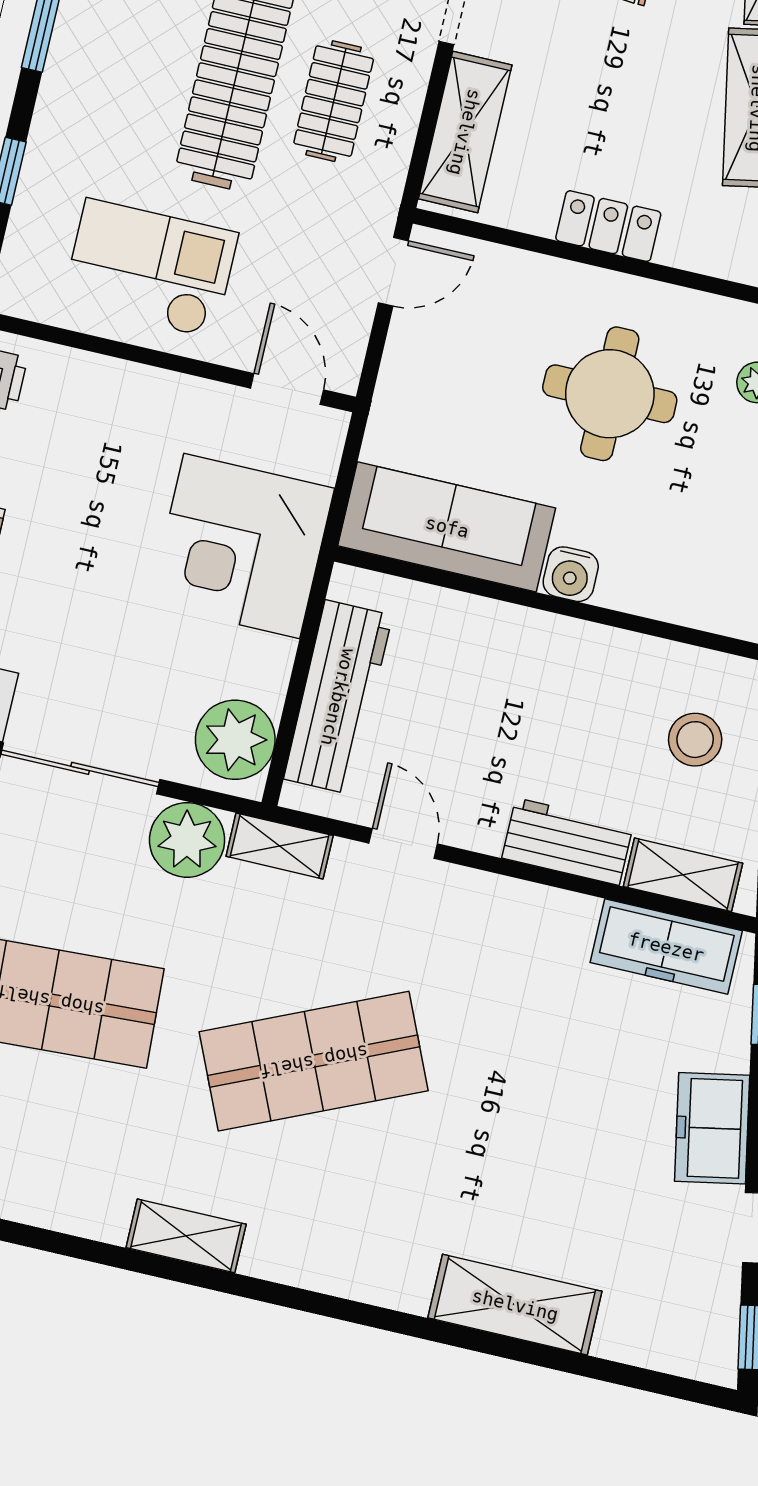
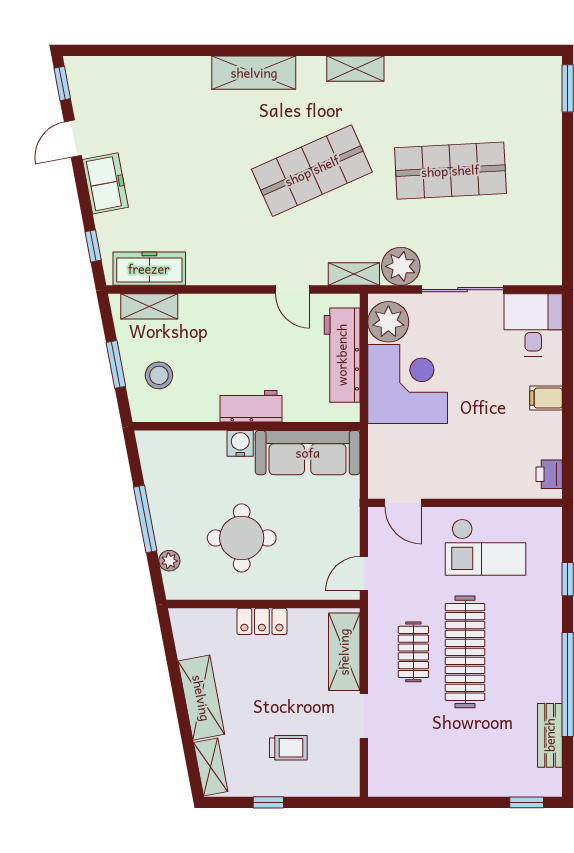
corner desk: (242, 546) -> (408, 384), moved
workbench: (567, 842) -> (251, 406), moved, turned 180
shelving: (515, 1305) -> (254, 73), moved

